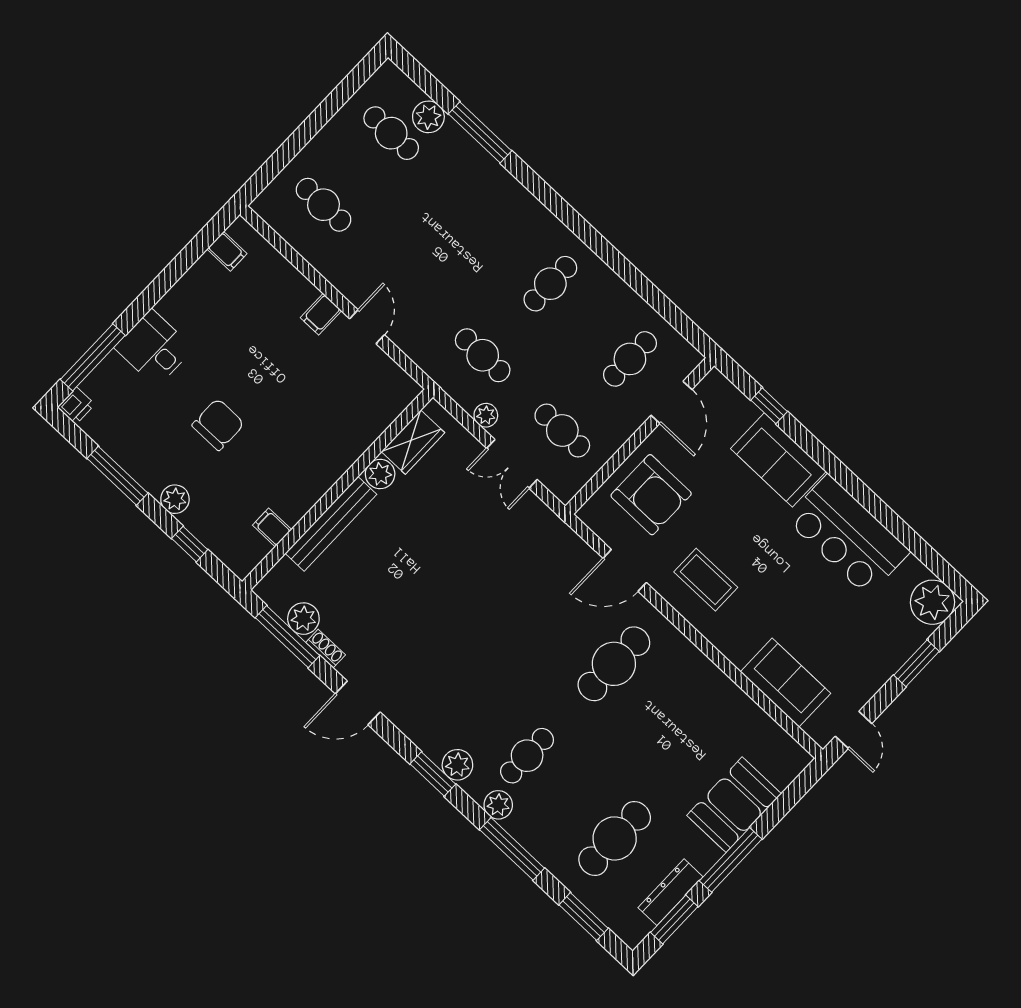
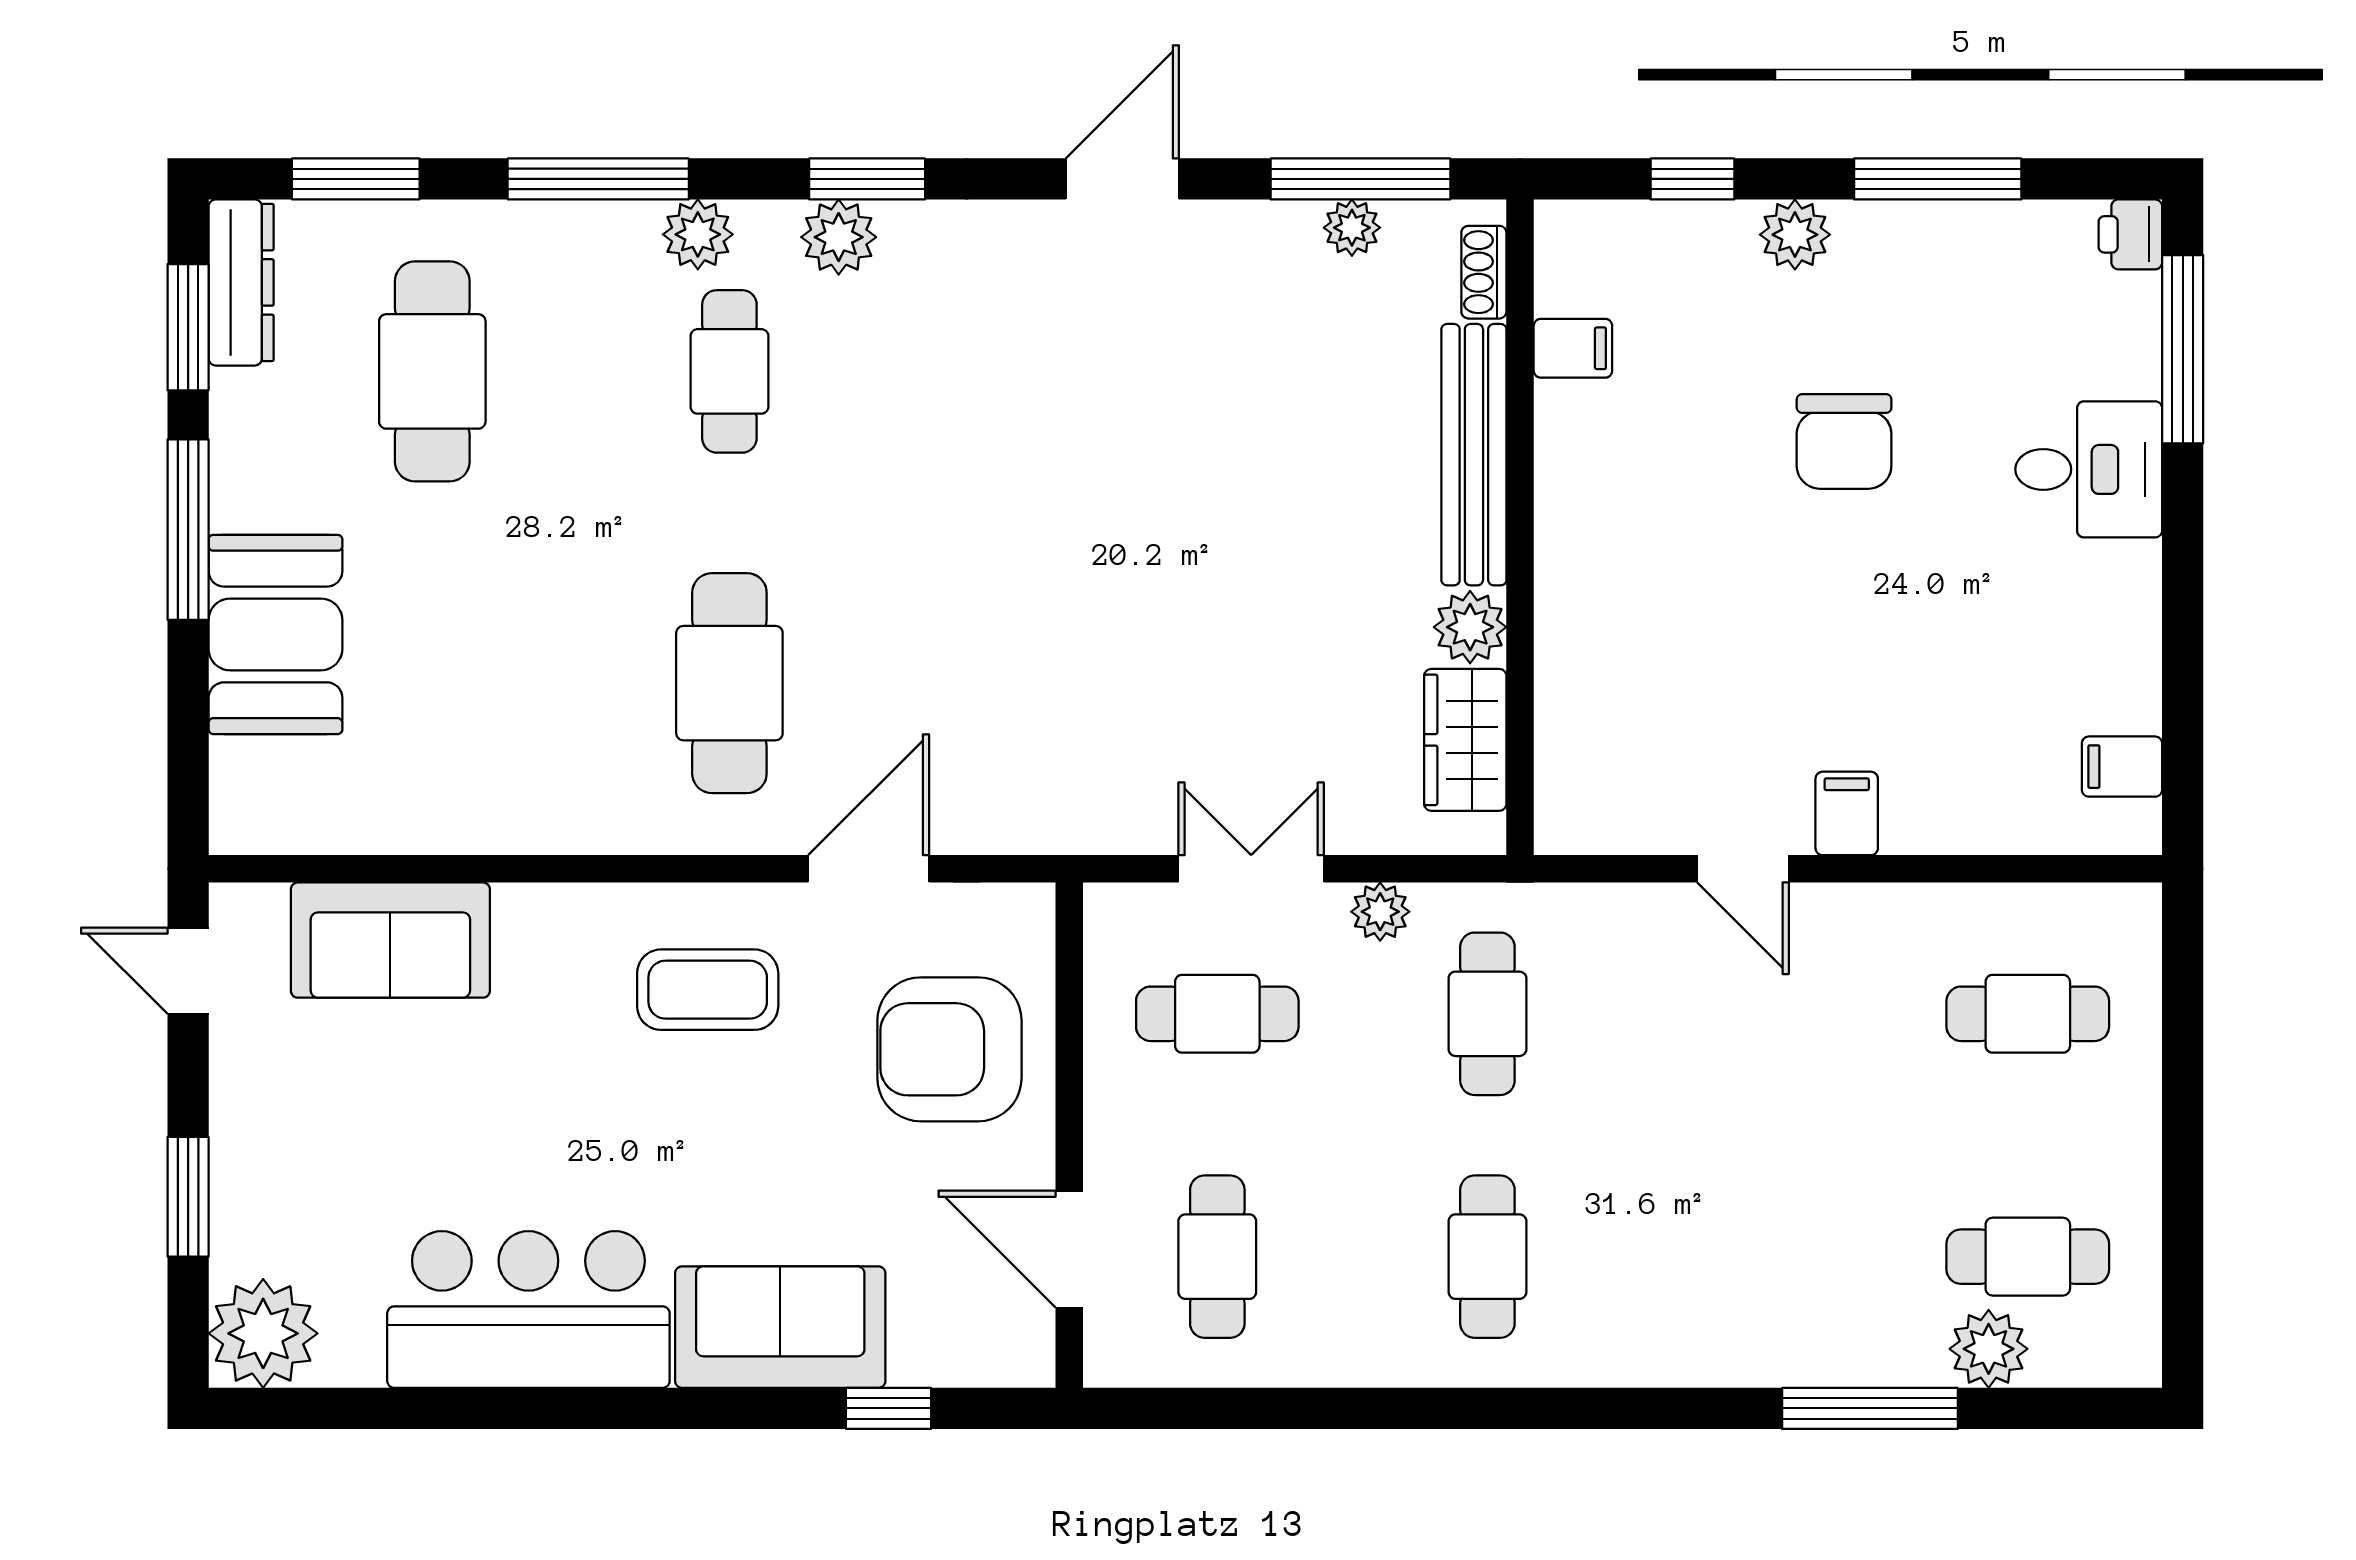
cafe table: (483, 355) -> (1487, 1014), turned 90
plant: (303, 619) -> (1352, 228), width x0.73, depth x0.73
shoe rack: (326, 649) -> (1484, 272), moved, turned 90
dresser: (671, 892) -> (241, 282), moved

